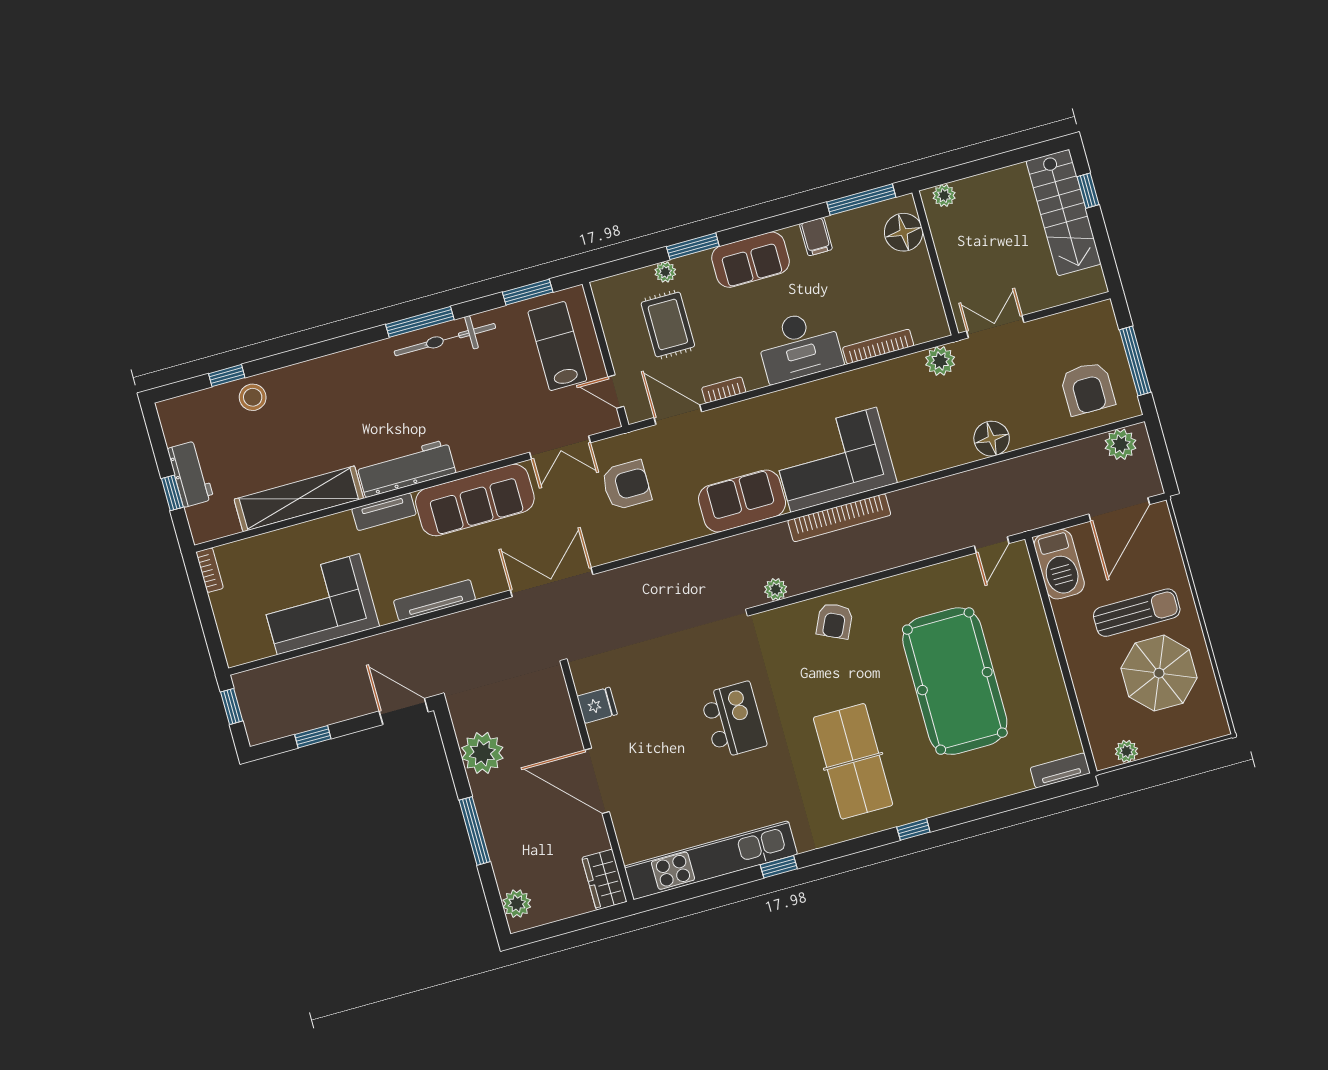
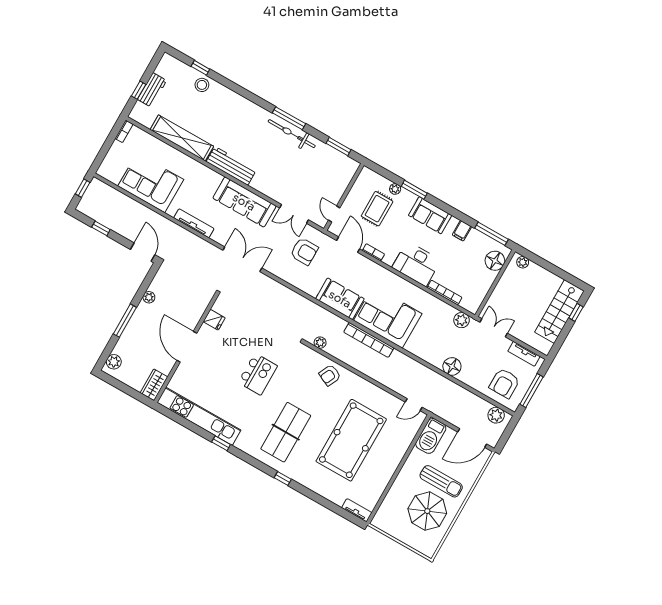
lab bench: (557, 346) -> (330, 177), removed
tv unit: (384, 512) -> (524, 354), moved
plant: (1126, 751) -> (387, 527), removed
plant: (482, 753) -> (149, 297), width x0.53, depth x0.53

